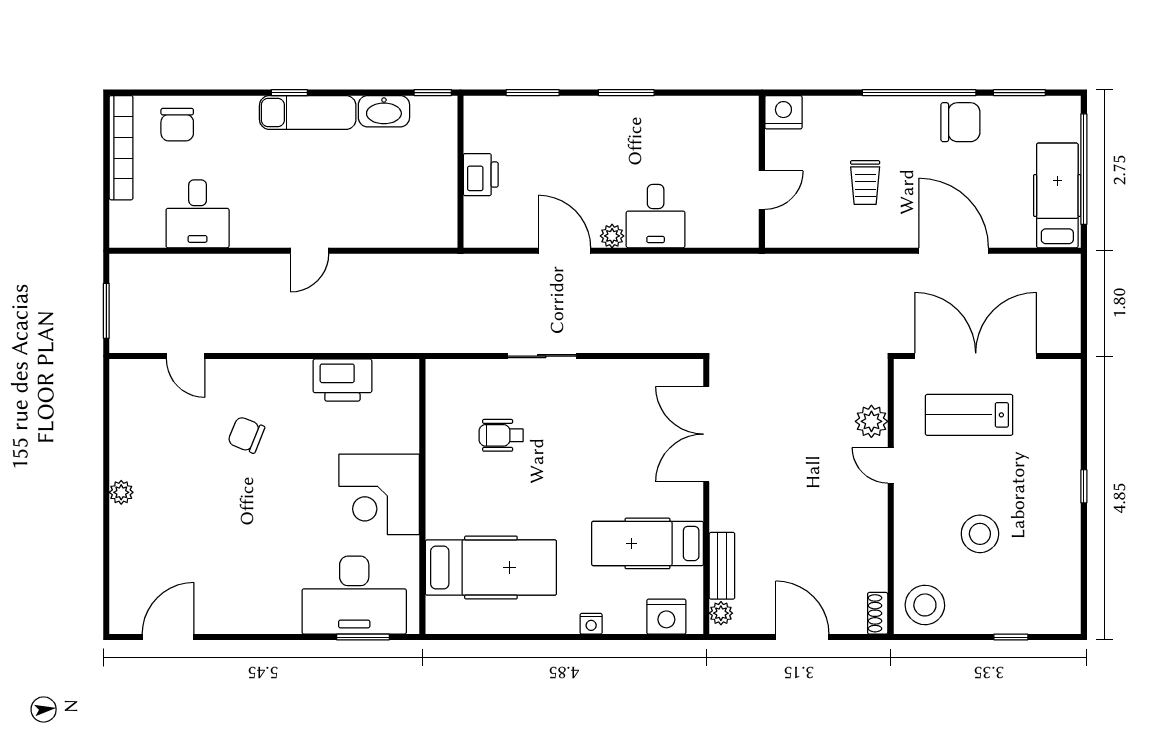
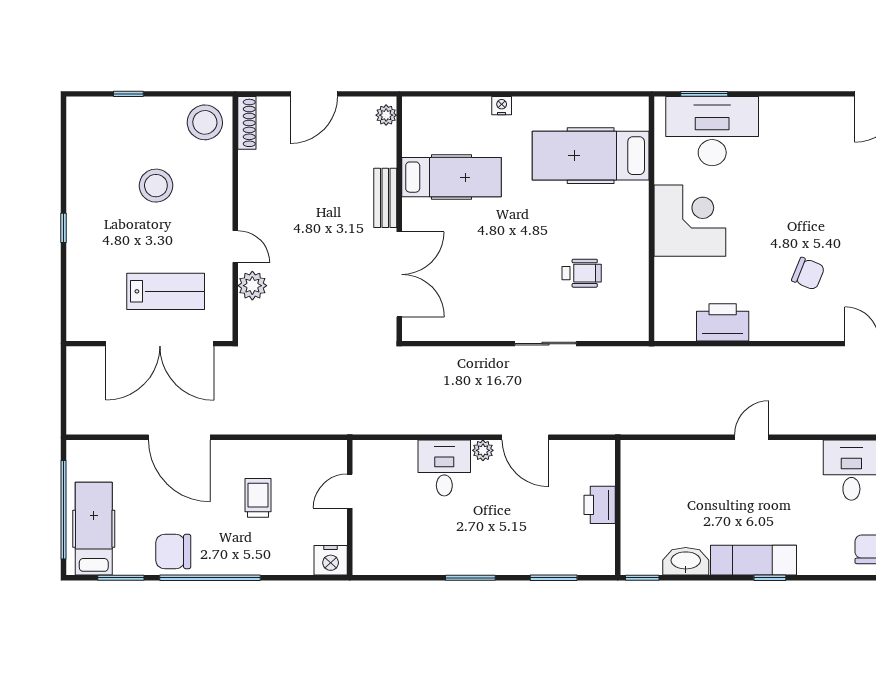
hospital bed: (1057, 195) -> (94, 529), moved, turned 180
bench: (722, 566) -> (385, 198), moved
shoe rack: (878, 613) -> (247, 123), width x1.43
nightstand: (666, 617) -> (435, 112), removed
door: (802, 637) -> (314, 94), hinge flipped

